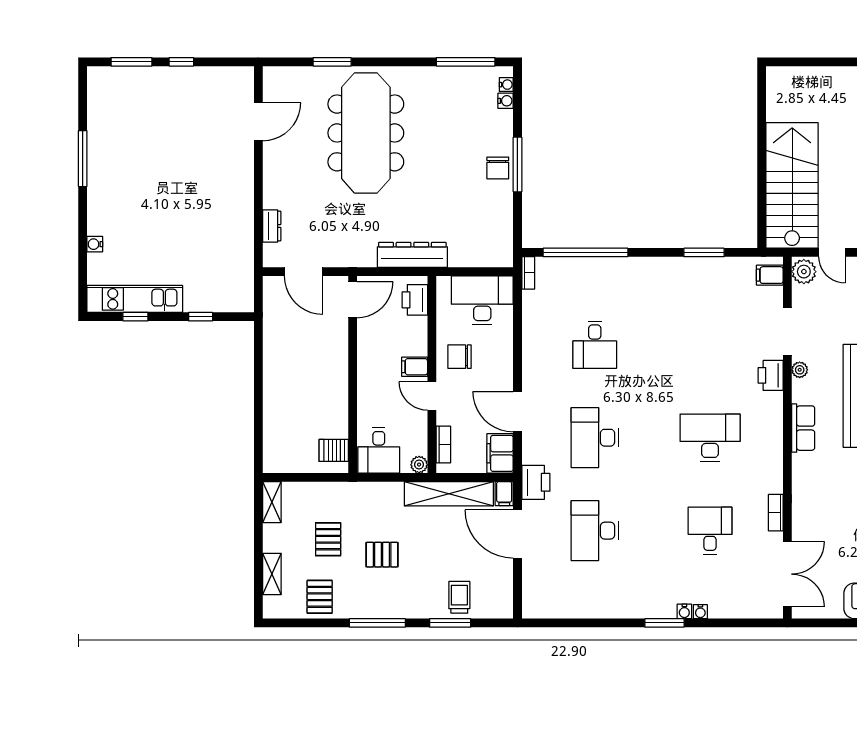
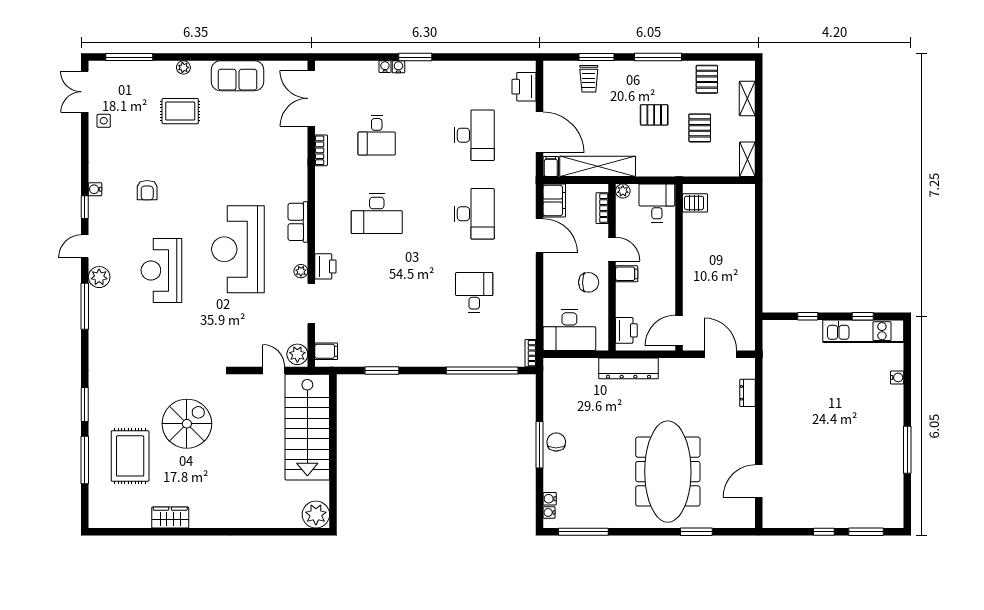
plant: (782, 82) -> (316, 515), added
printer: (536, 482) -> (524, 87), moved

